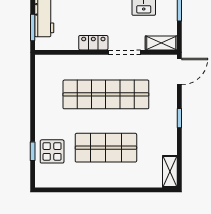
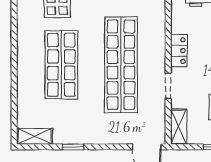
doorway: (125, 52) -> (168, 86), width x0.73
window: (179, 118) -> (73, 147), moved

